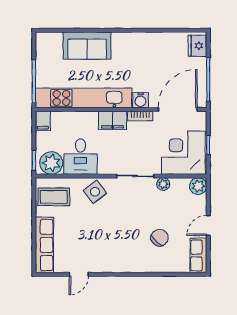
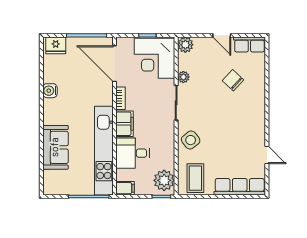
water cooler: (141, 100) -> (50, 91), moved, turned 180
desk: (81, 157) -> (133, 153), moved, turned 180

